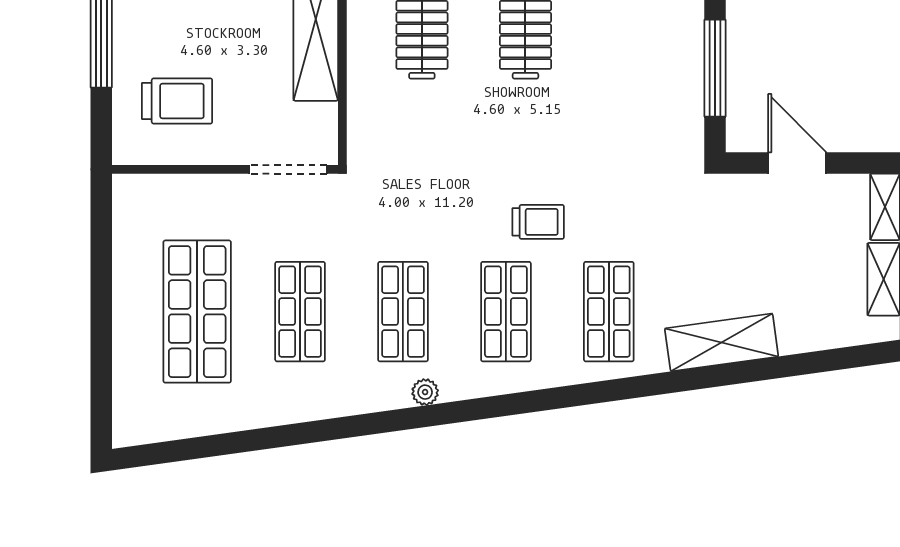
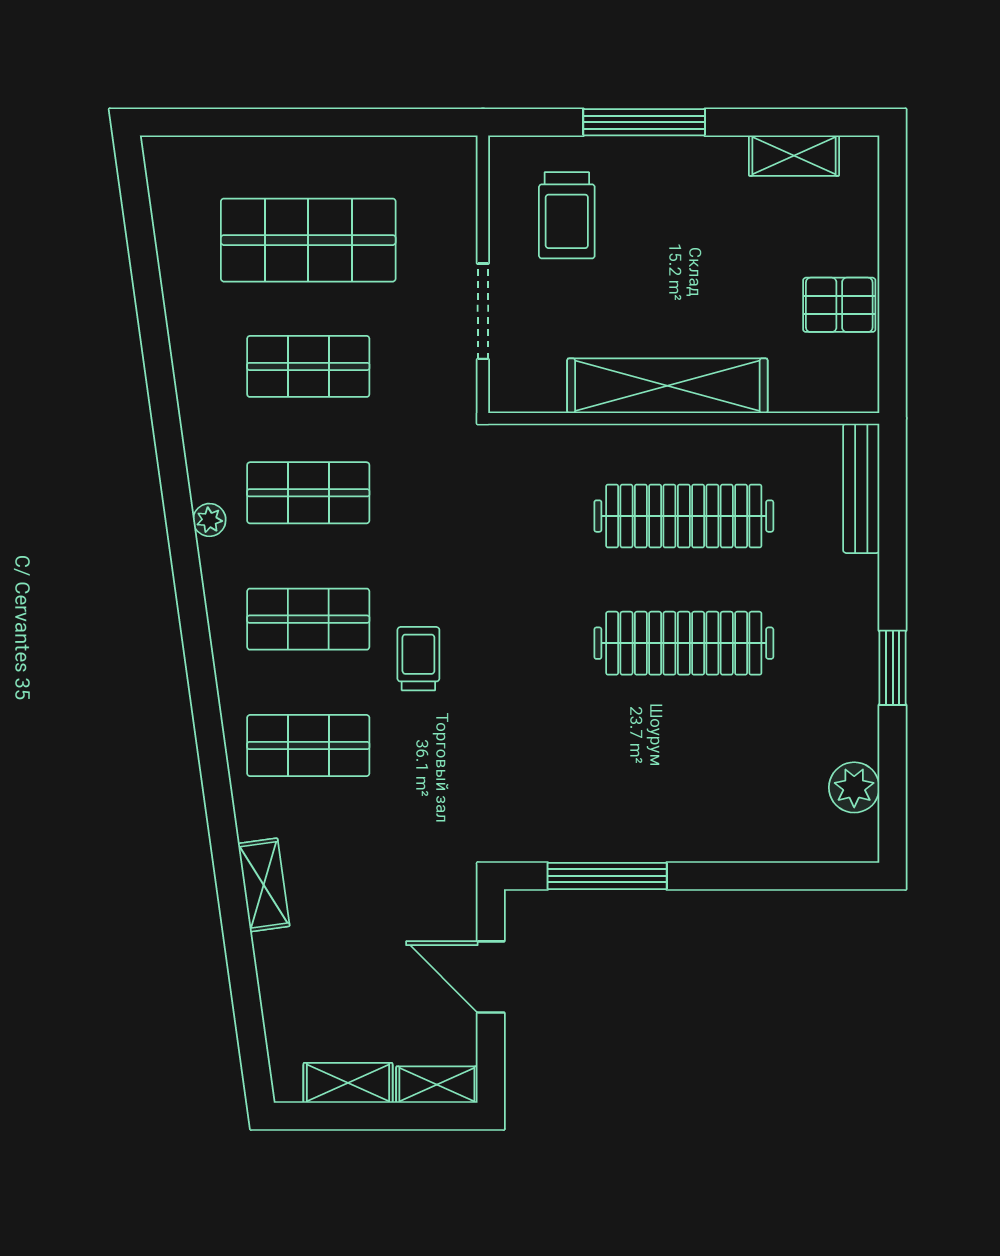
door: (797, 163) -> (491, 977), swing flipped
doorway: (288, 169) -> (483, 311), moved
trolley: (538, 222) -> (418, 659), turned 180
shelving: (722, 342) -> (264, 885), width x0.67, depth x0.75

